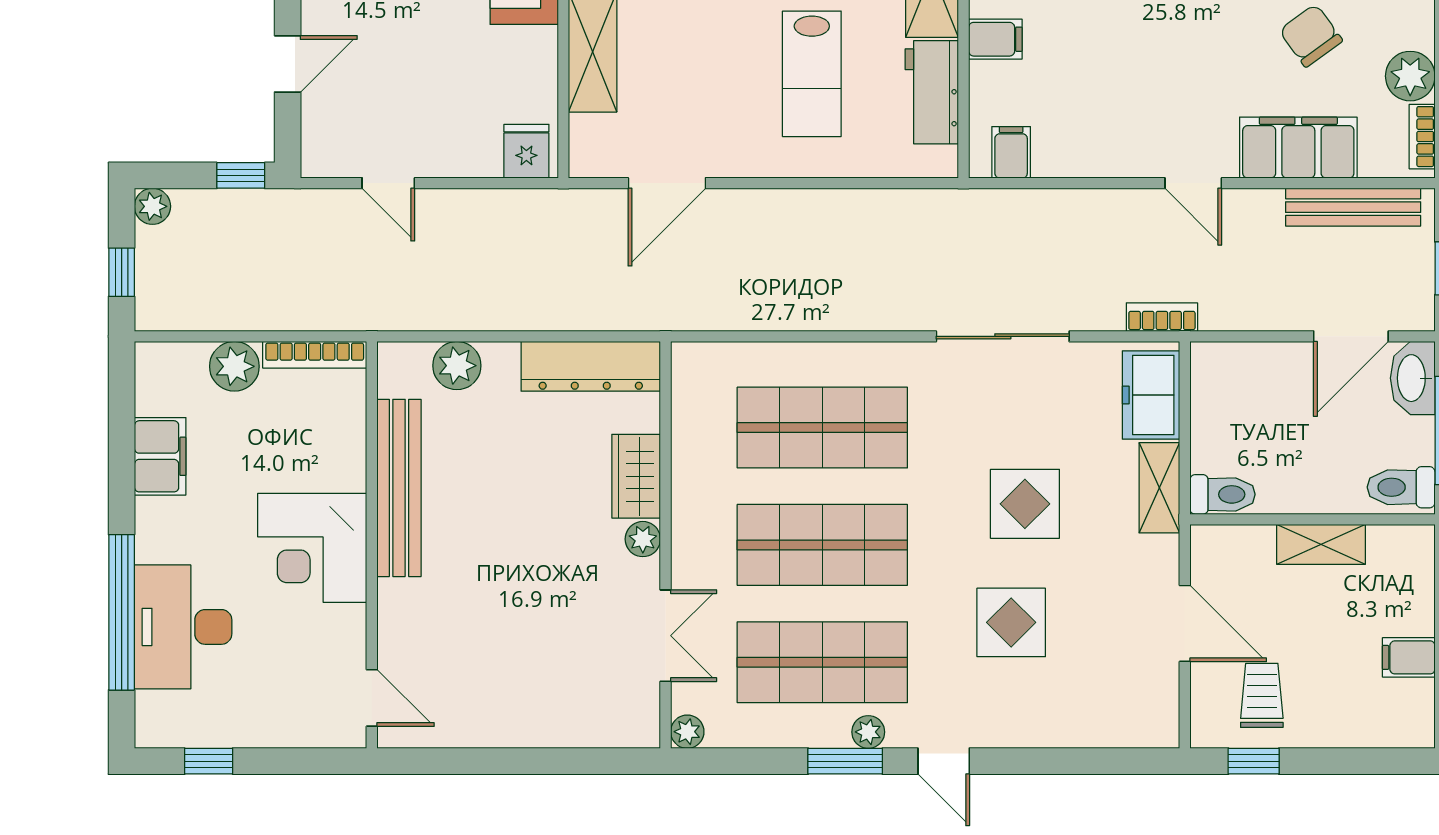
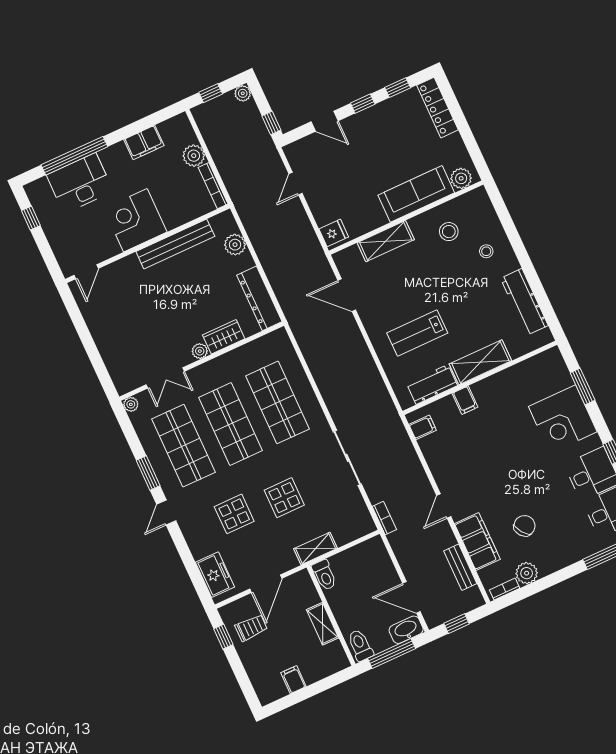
bench: (1353, 207) -> (460, 567), width x0.73
freezer: (1151, 395) -> (215, 575), moved, turned 90
plant: (868, 732) -> (164, 477), removed

